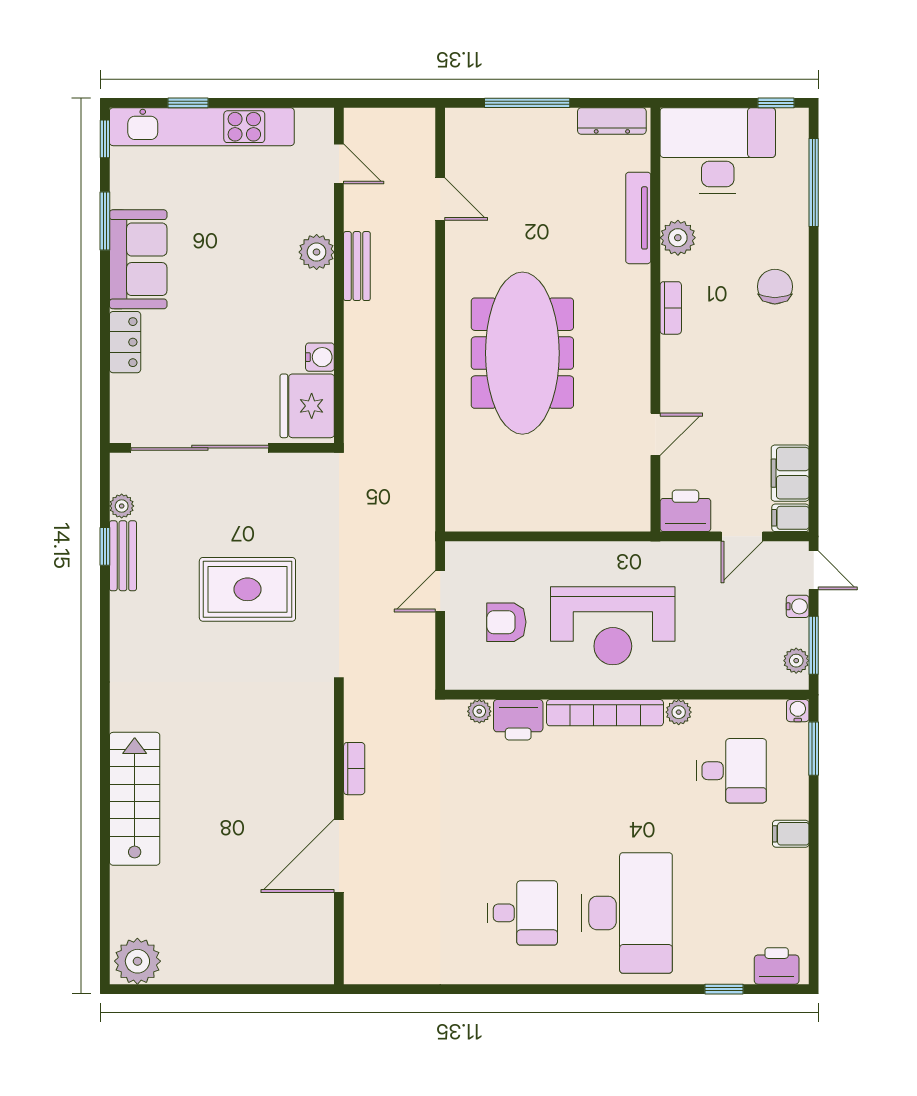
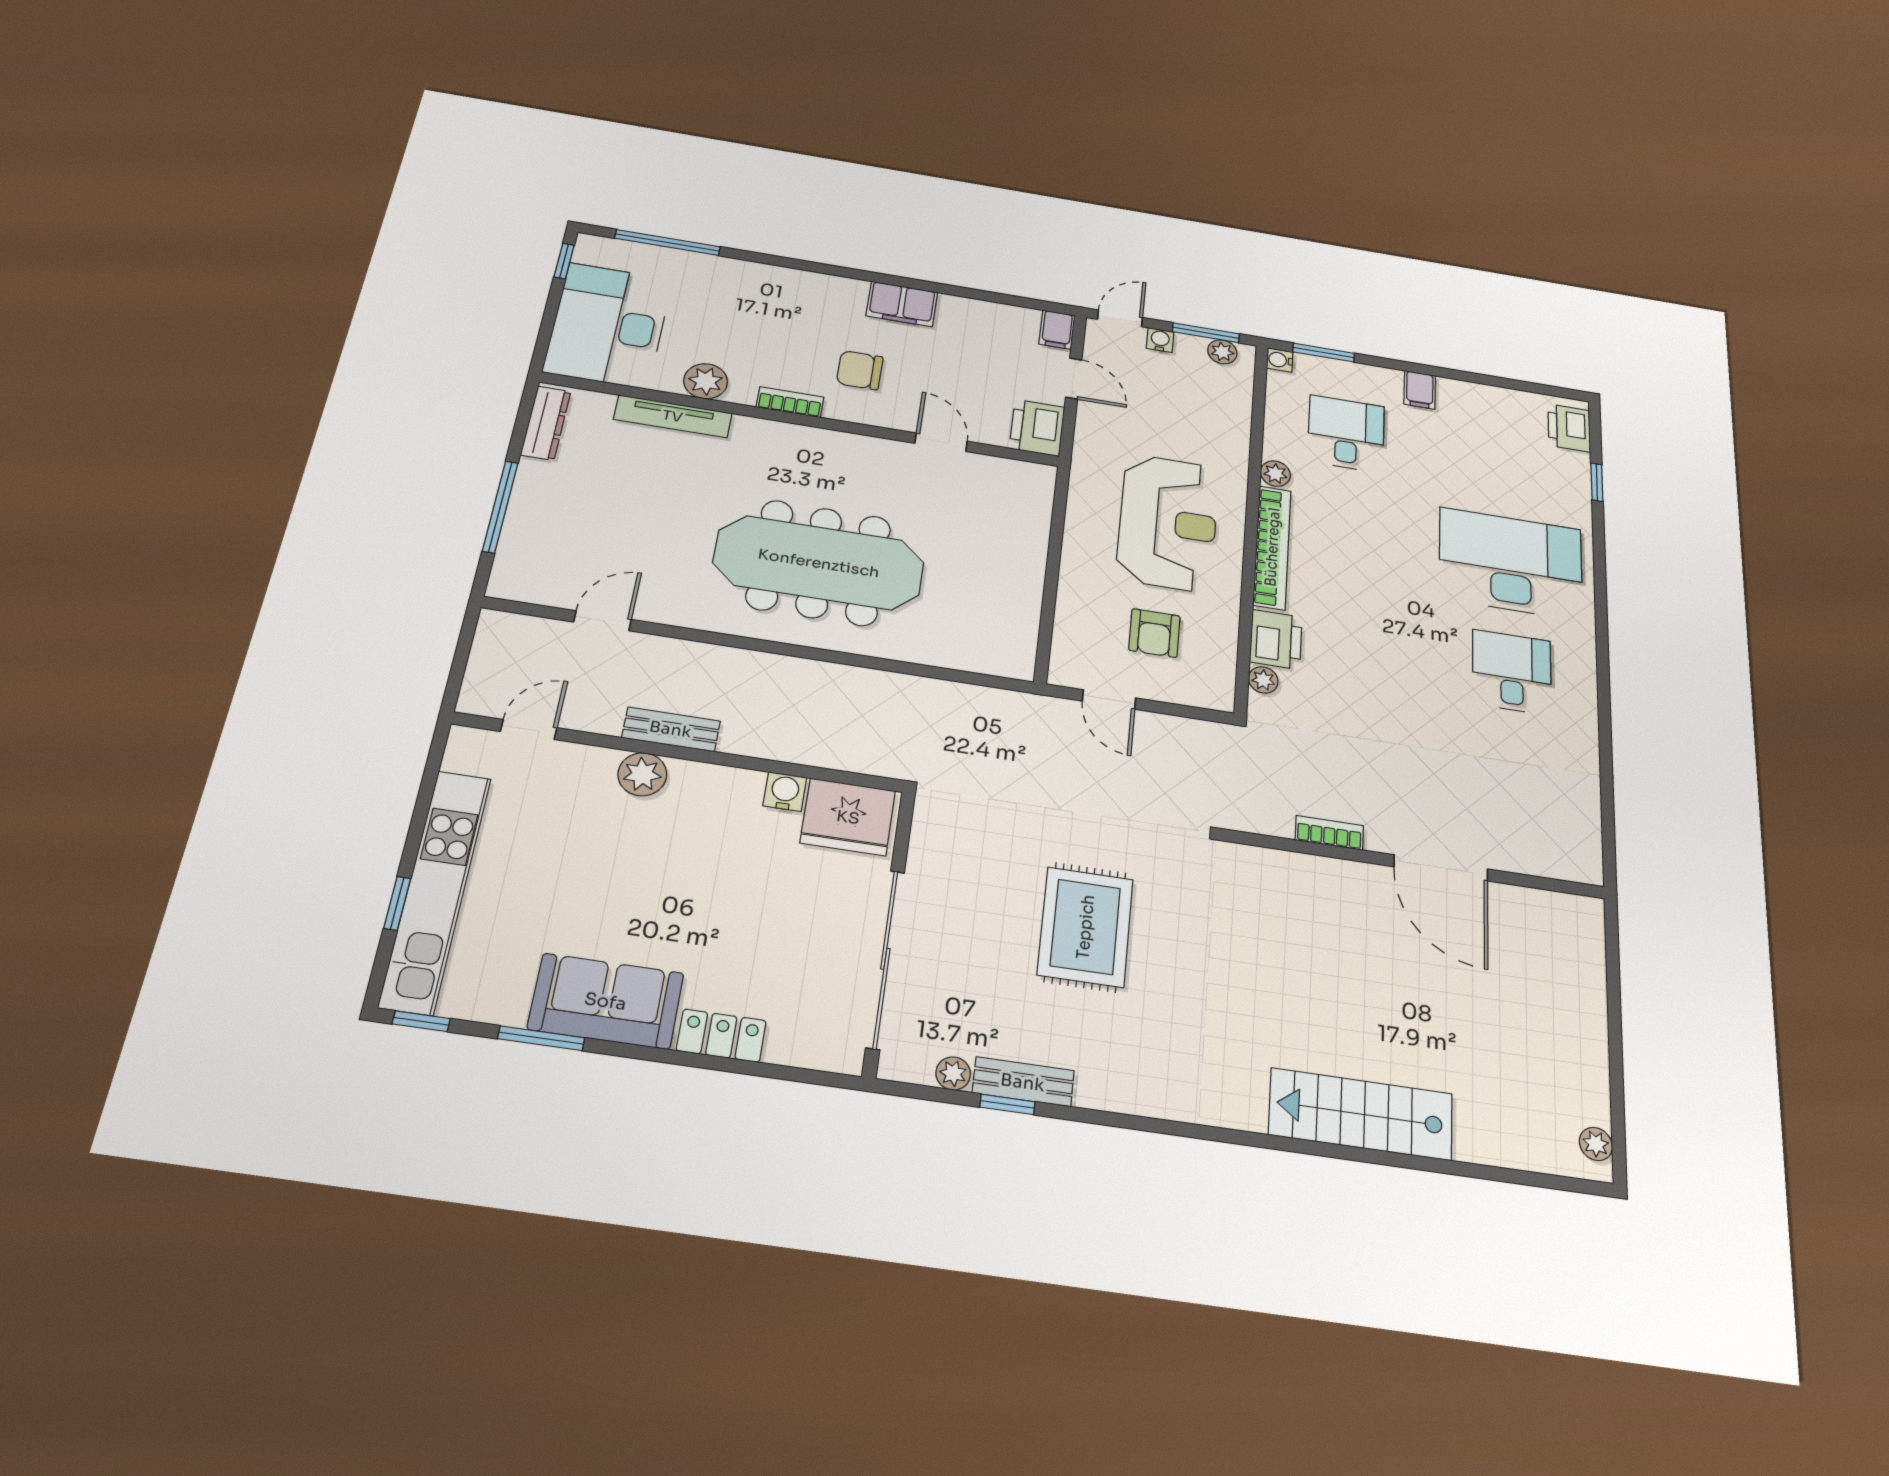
chair: (775, 287) -> (860, 370), moved
filing cabinet: (790, 473) -> (902, 304), moved
plant: (137, 961) -> (1596, 1144), width x0.53, depth x0.53

